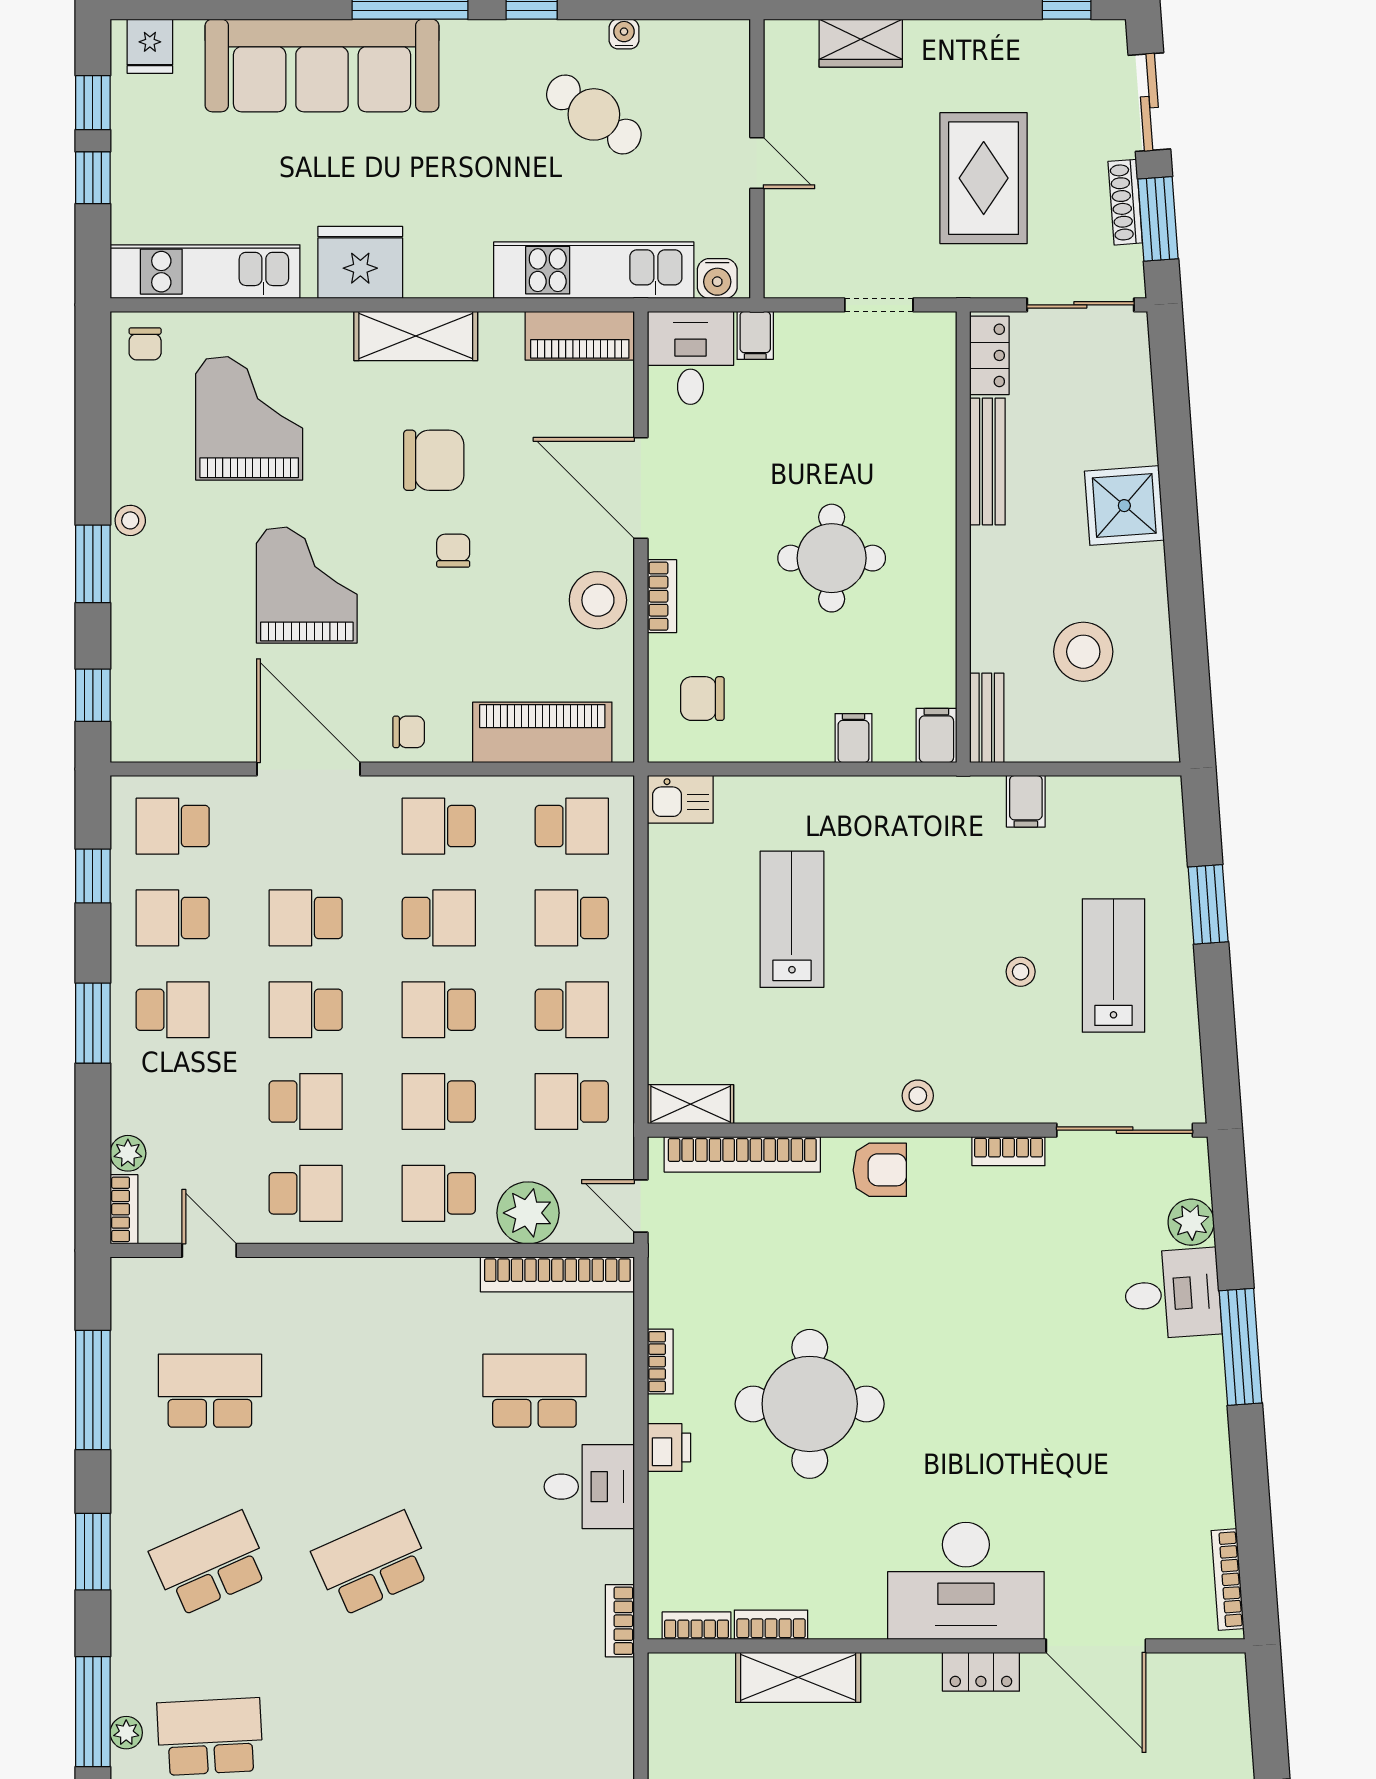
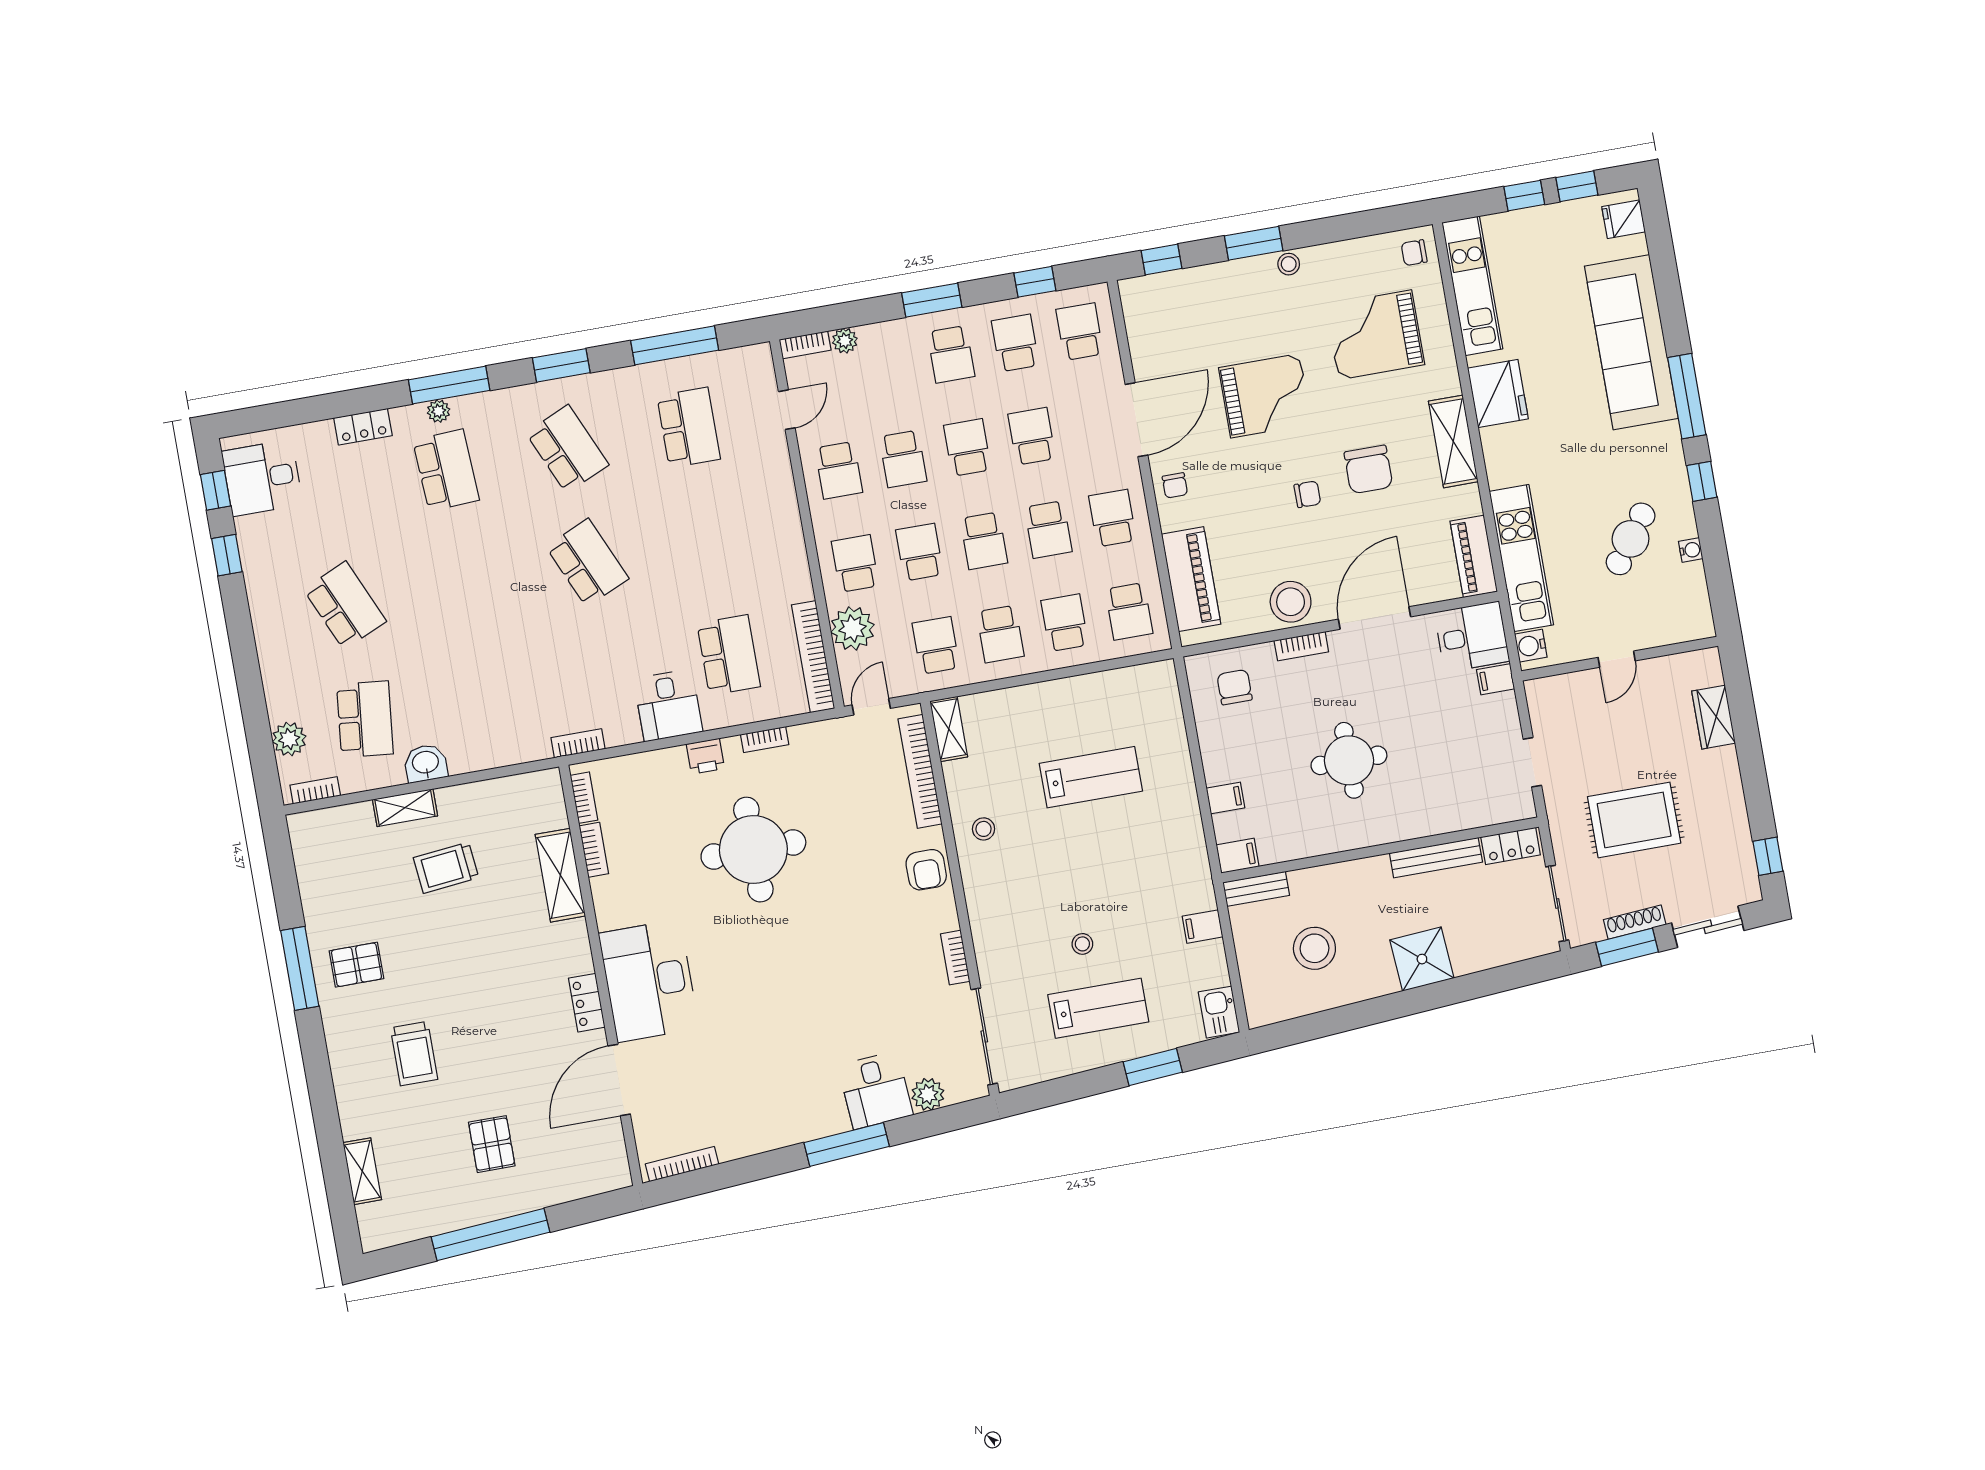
grand piano: (249, 418) -> (1375, 335), turned 180
kitchen sink: (680, 799) -> (1219, 1012), moved
school desk: (439, 1010) -> (984, 541), turned 180
stool: (918, 1096) -> (984, 829), moved

